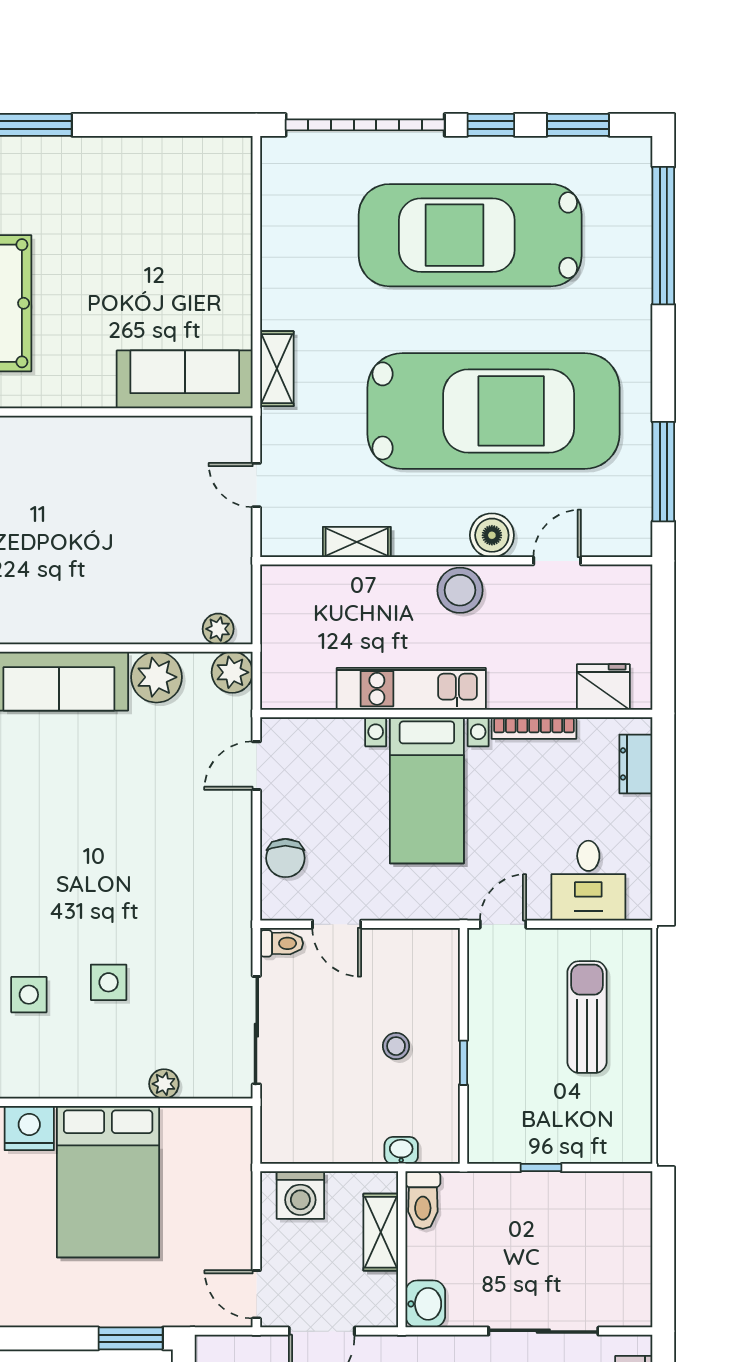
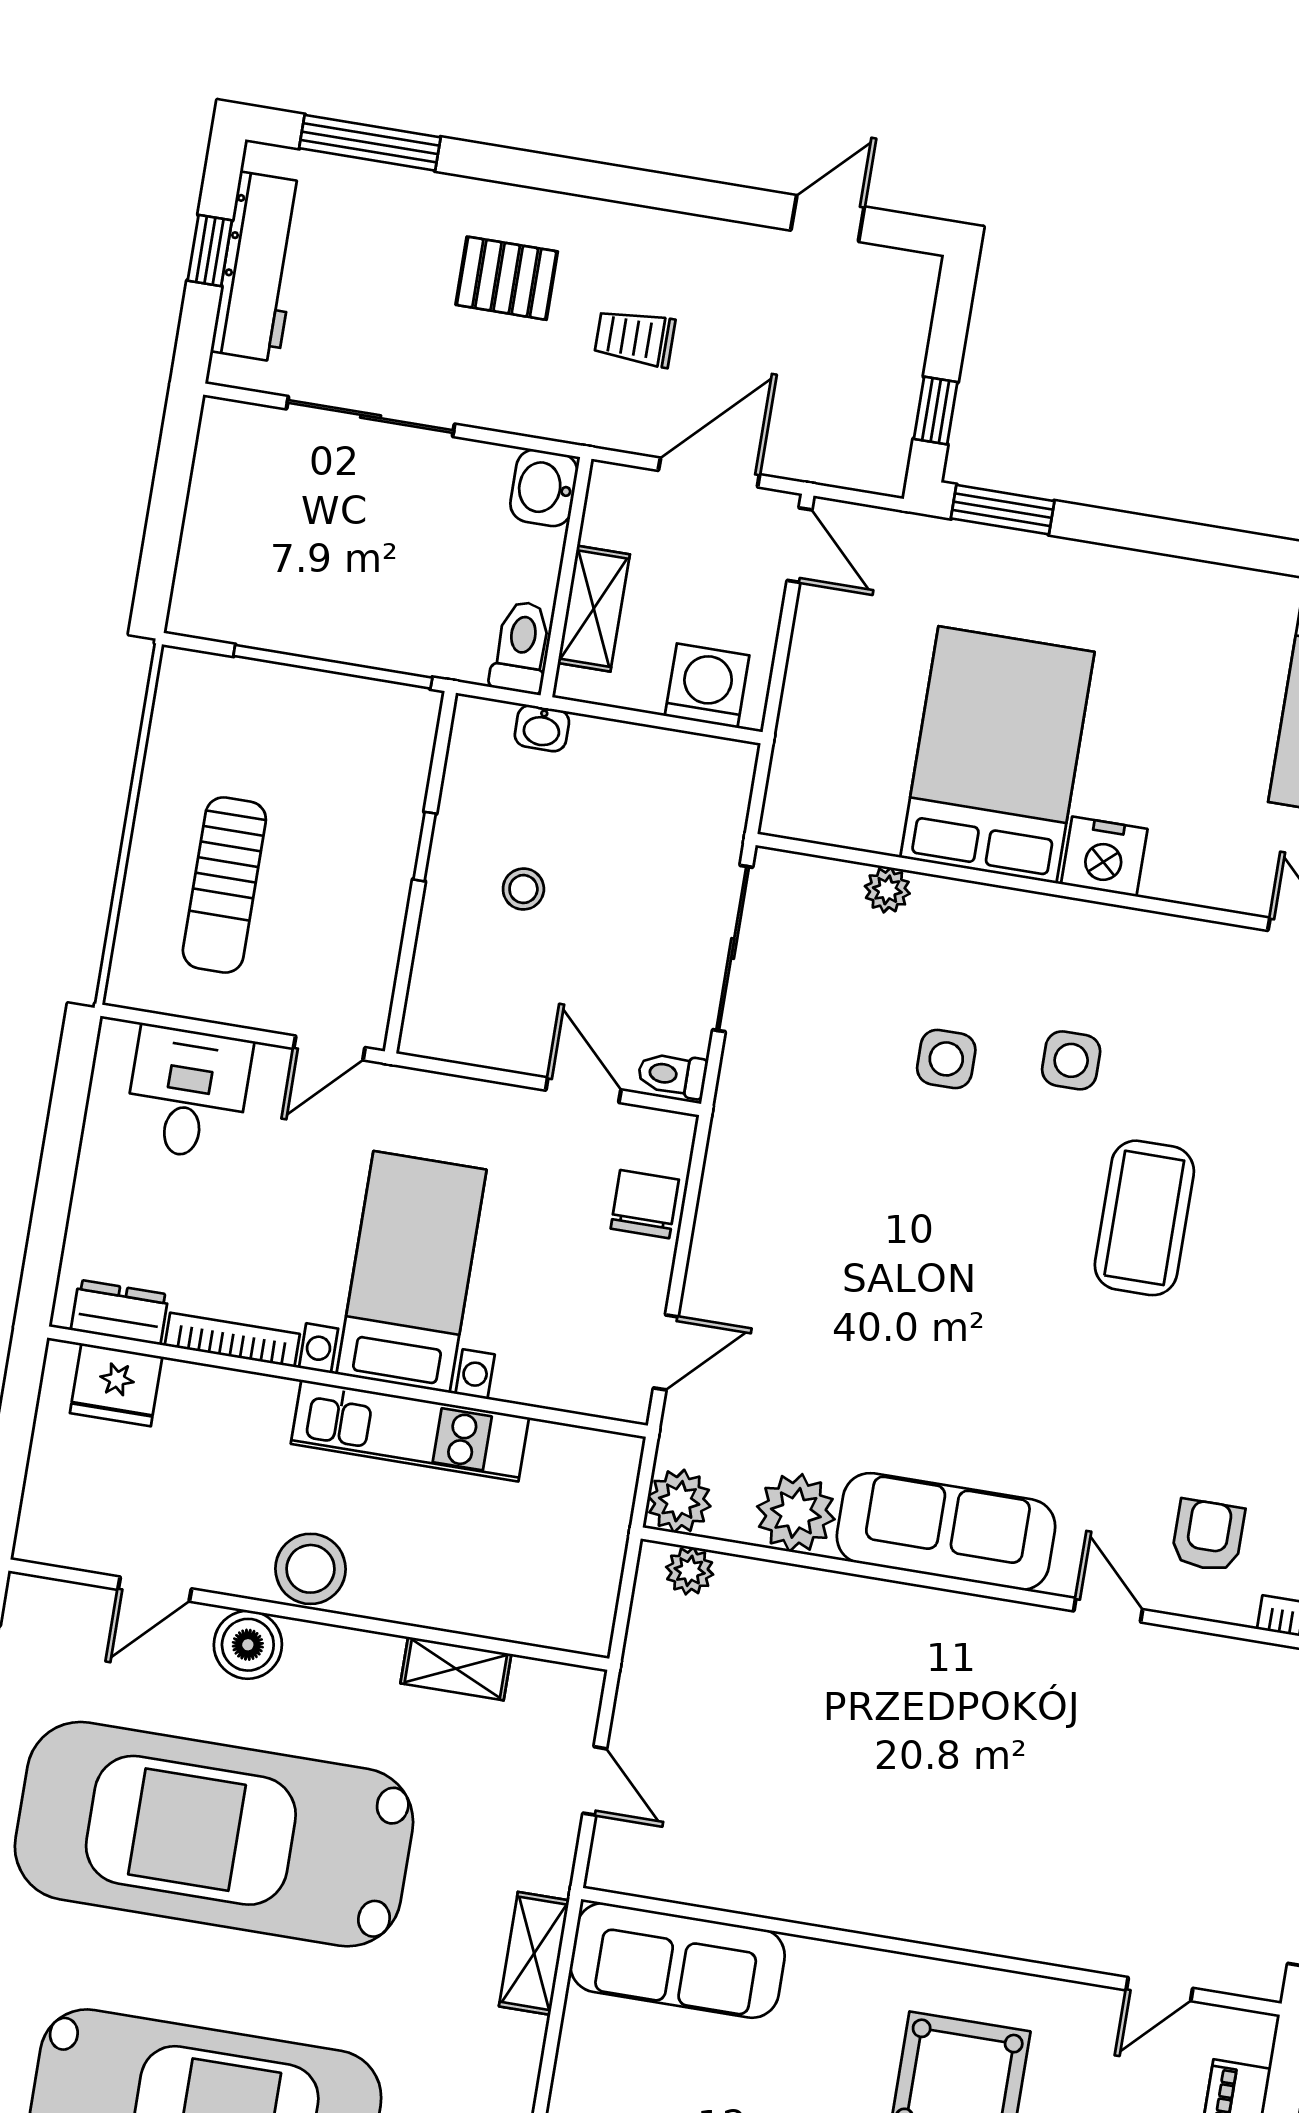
dresser: (636, 764) -> (120, 1312), moved, turned -90
window: (541, 1168) -> (333, 667), width x3.17

